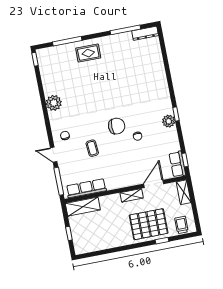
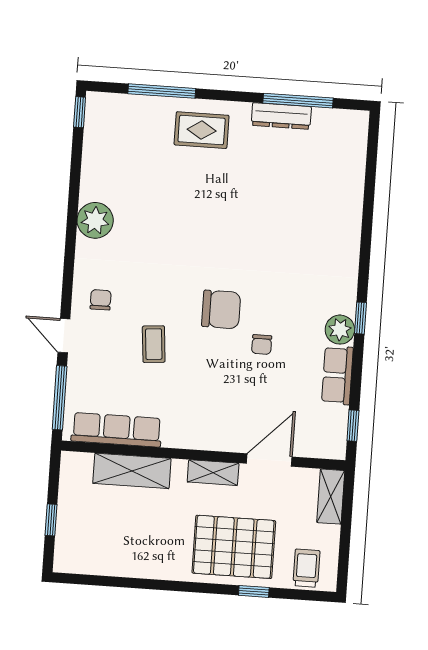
dresser: (145, 33) -> (281, 116), moved
row of seats: (177, 164) -> (337, 375), moved
shelving: (83, 207) -> (132, 471), moved

